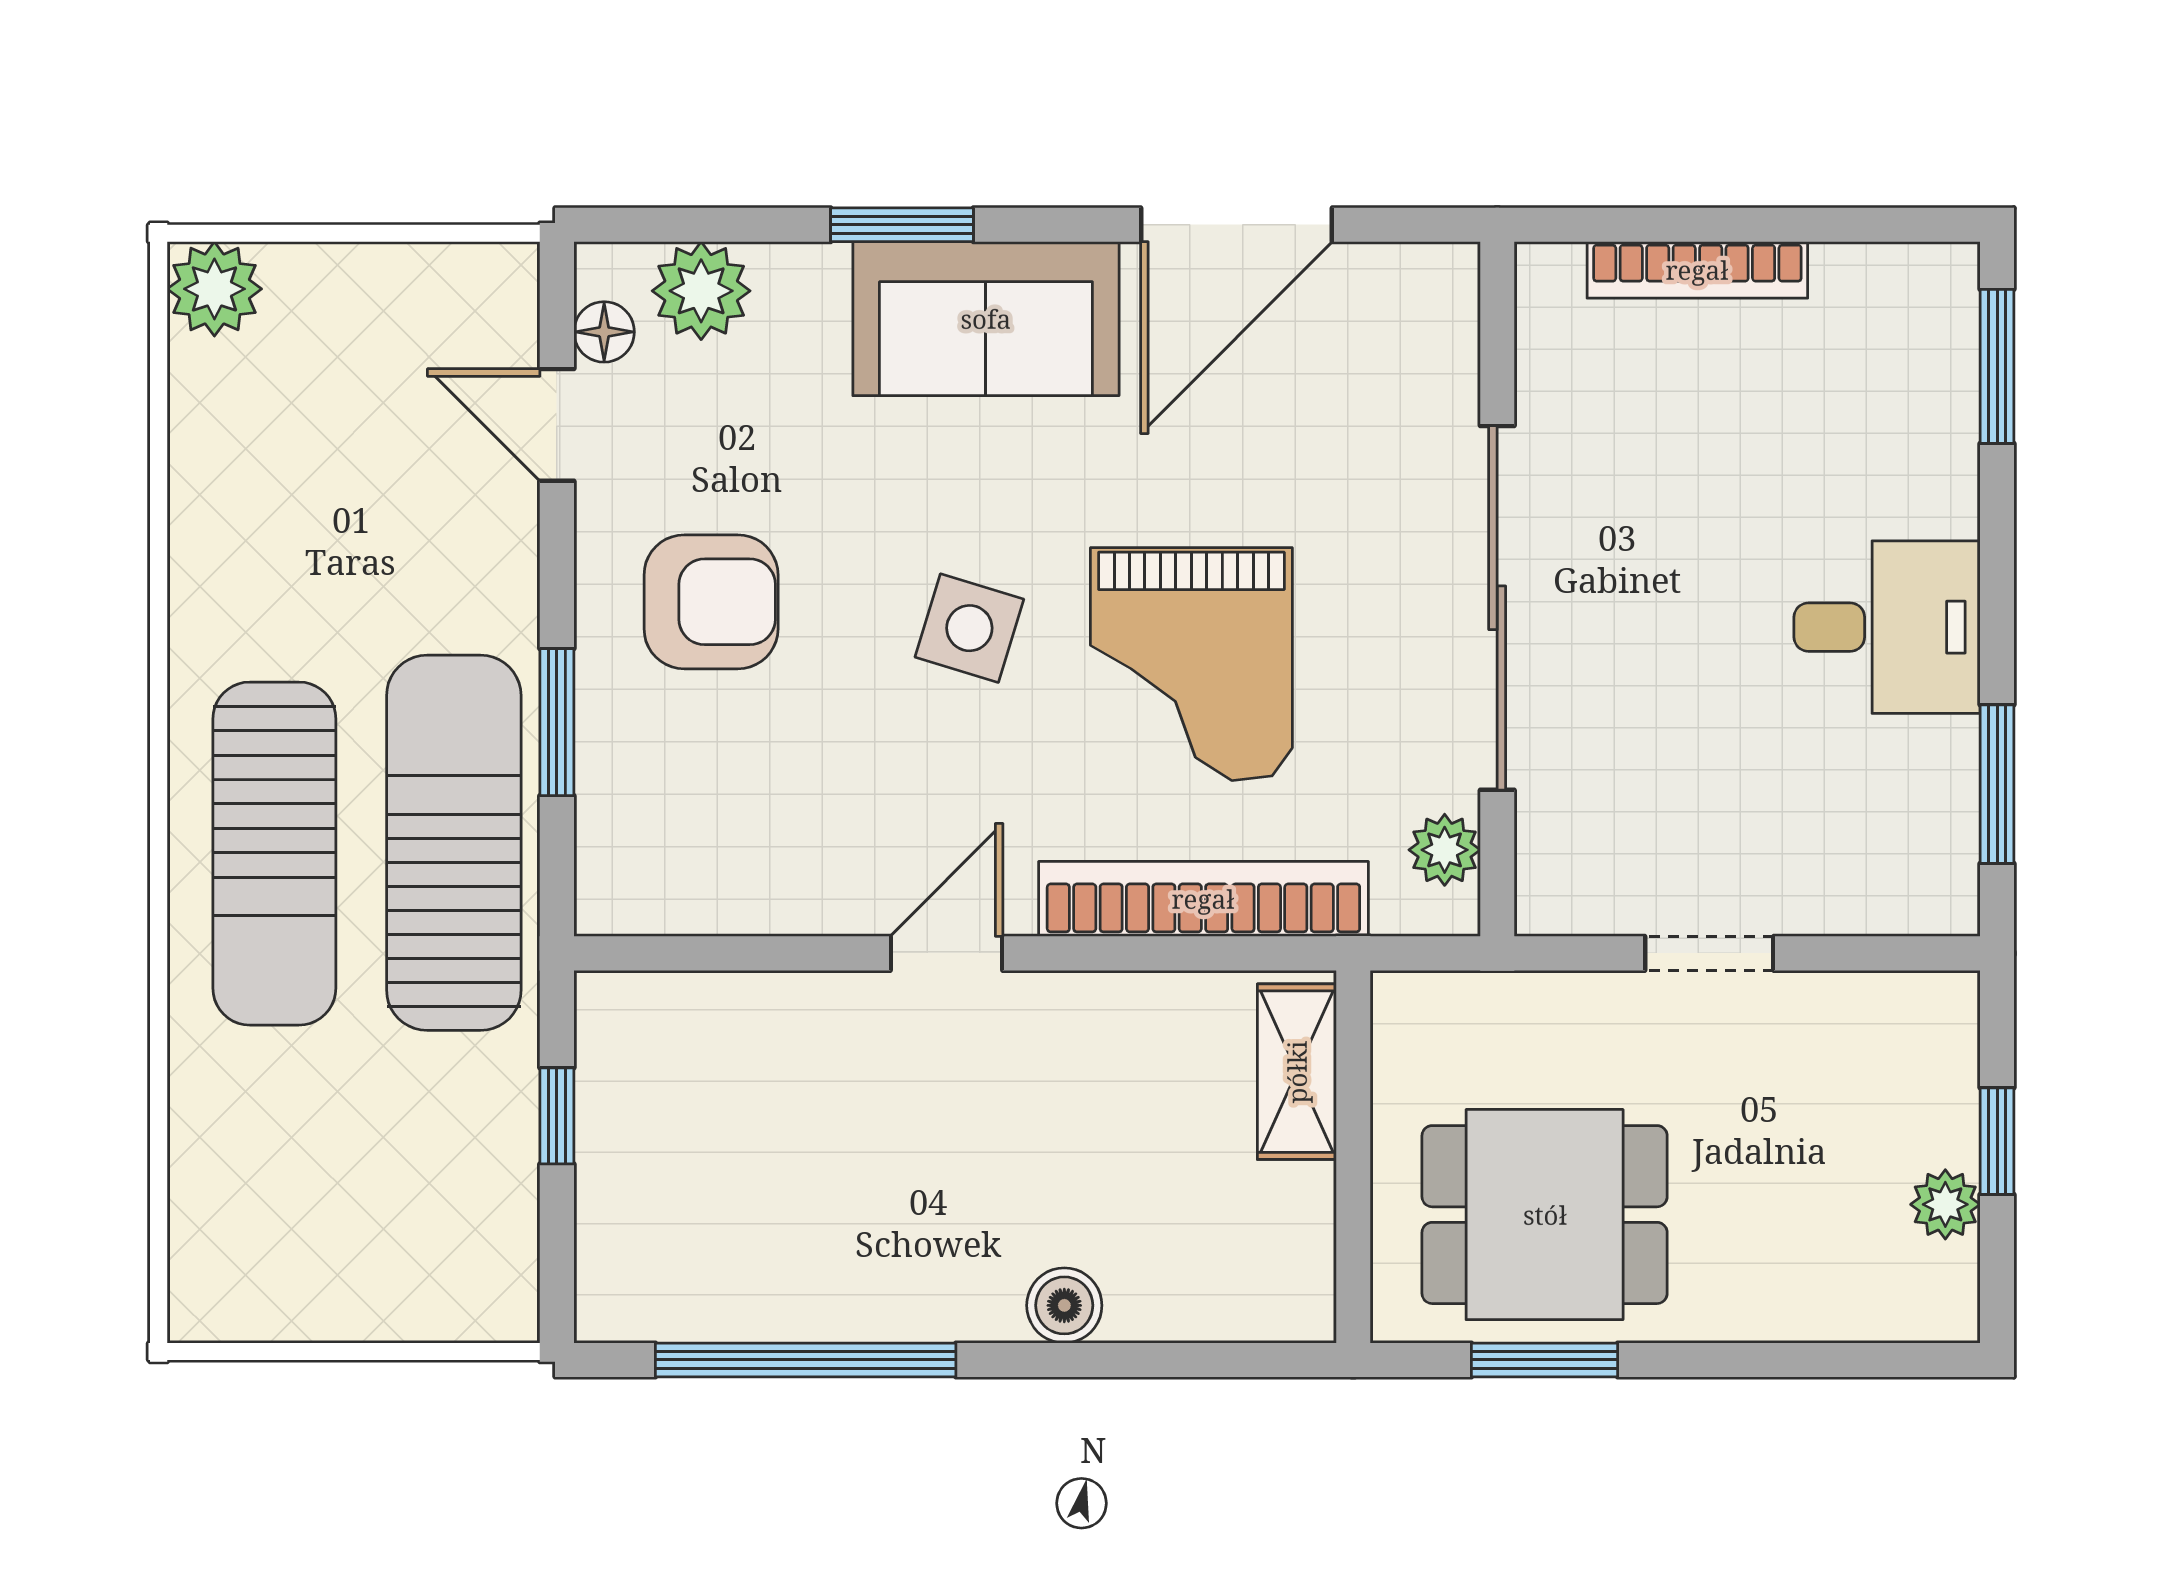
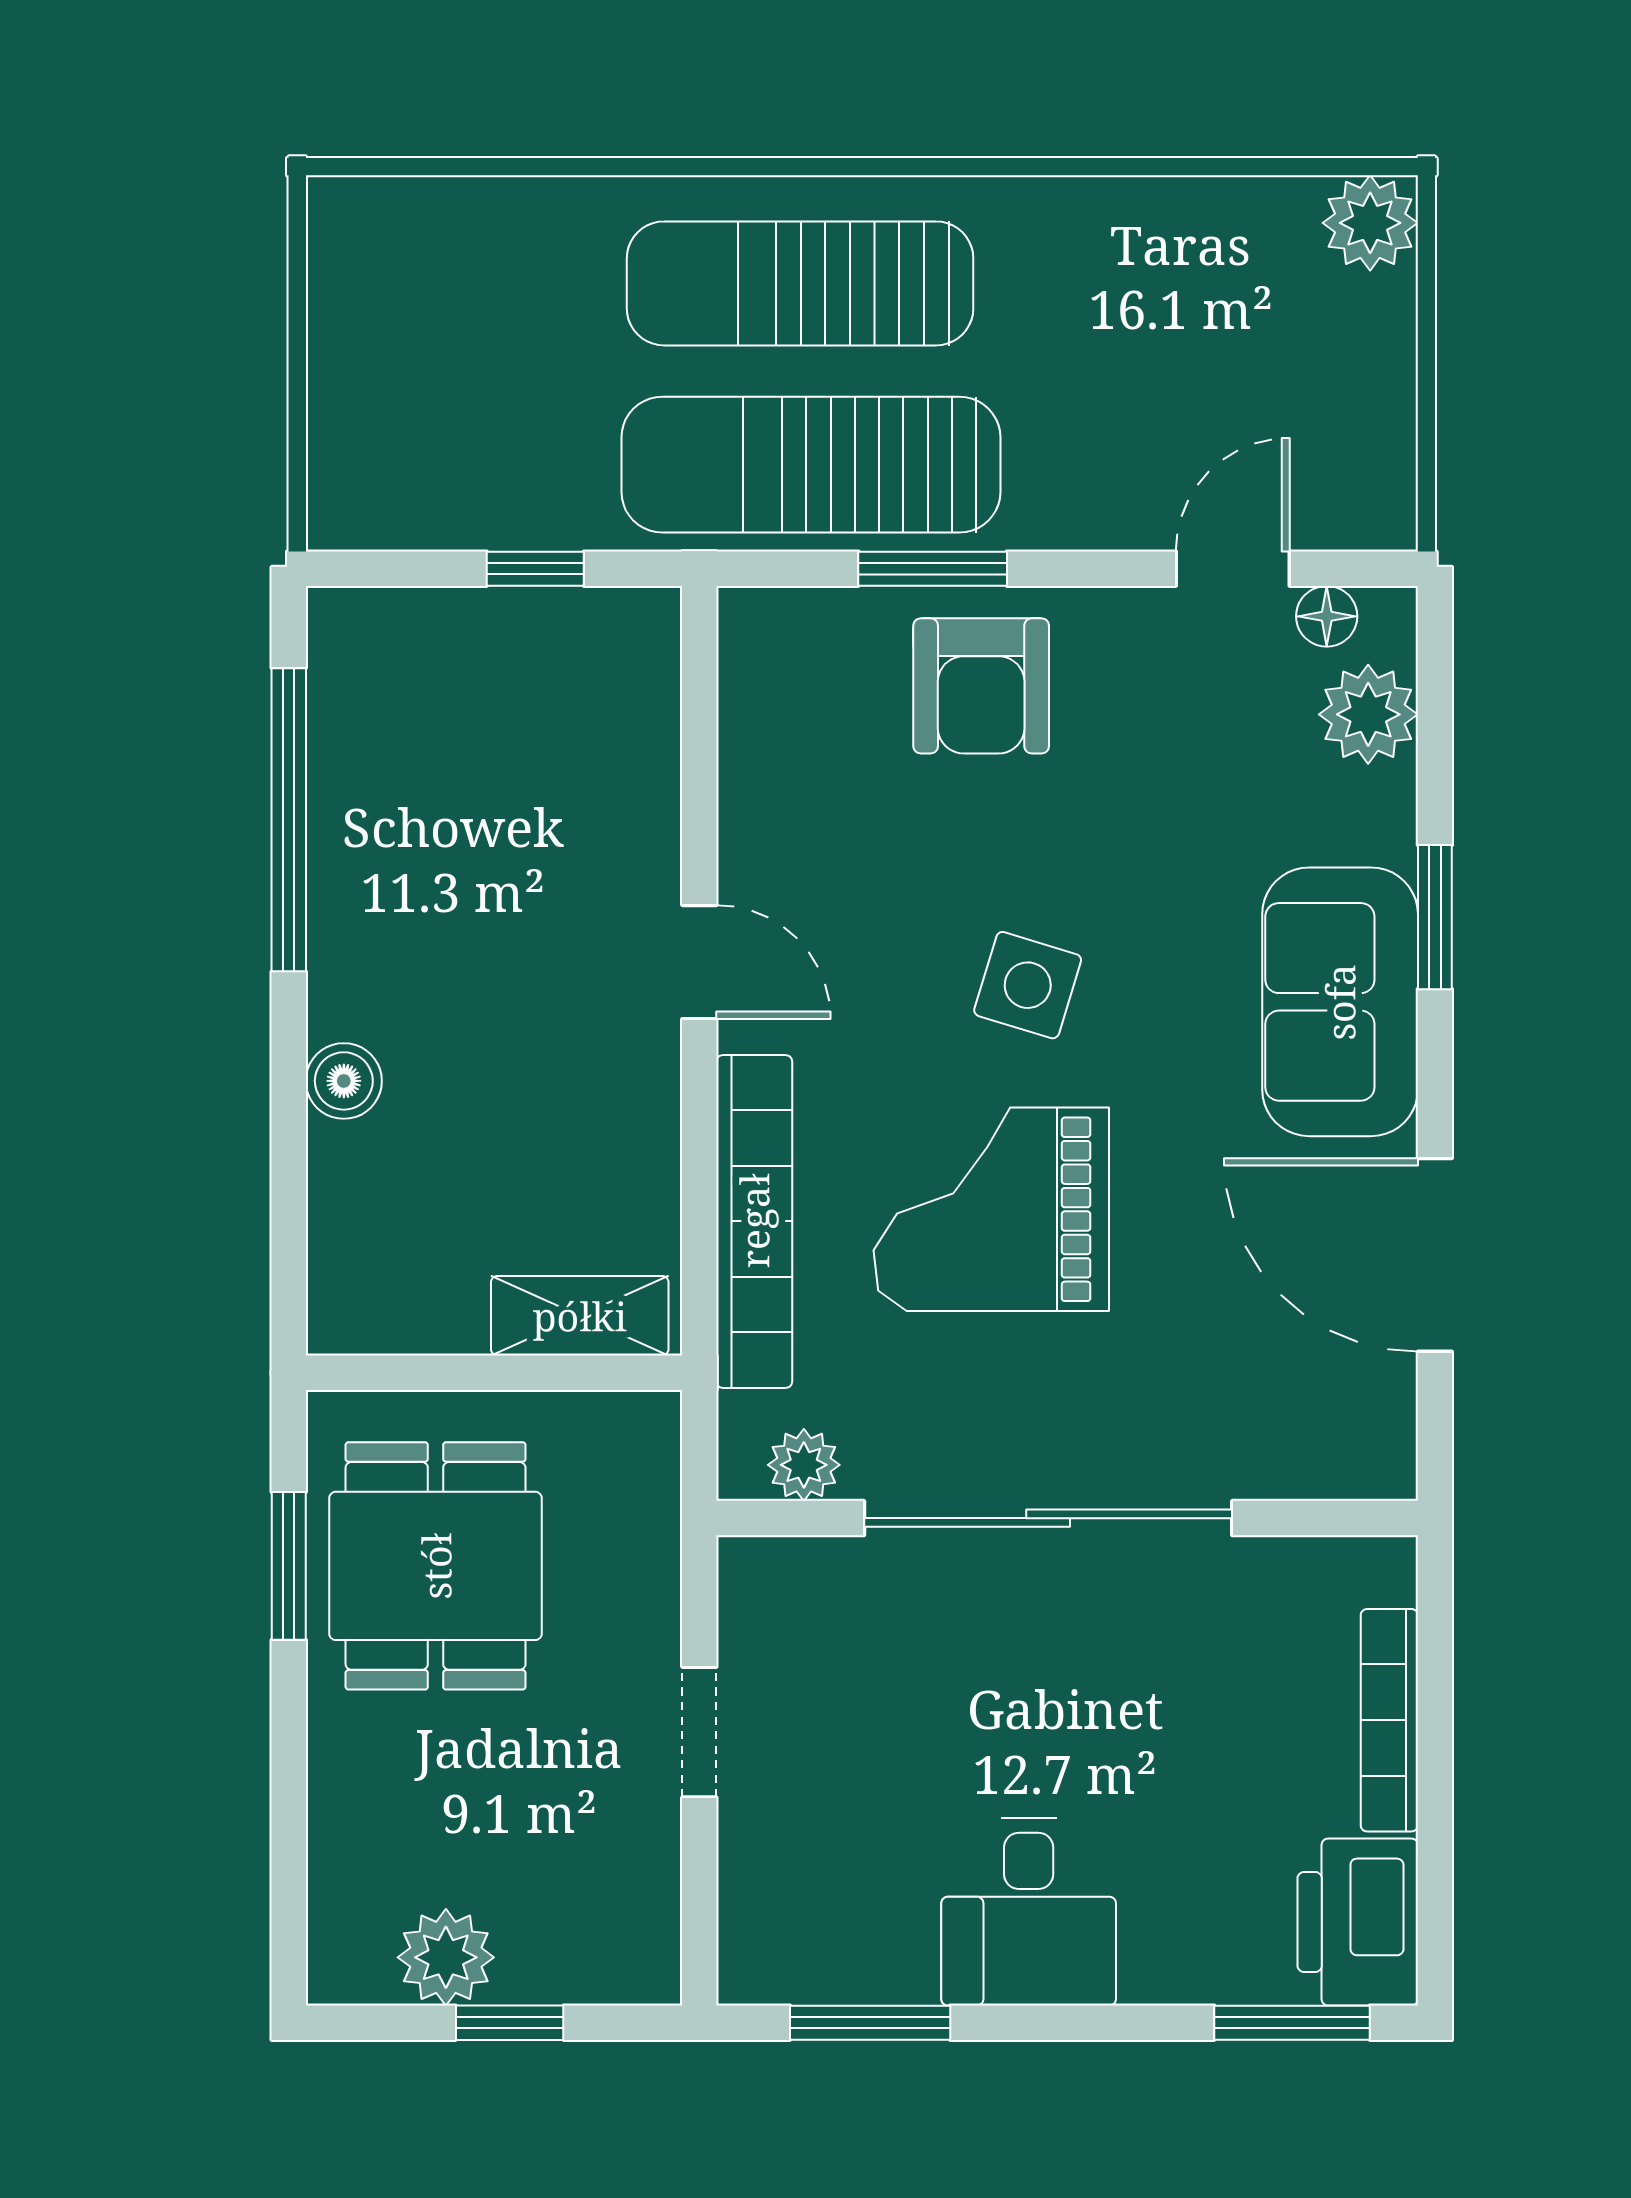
printer: (1897, 301) -> (1358, 1922), added
armchair: (711, 602) -> (981, 686), moved
sun lounger: (454, 843) -> (811, 465), turned 180
plant: (1945, 1204) -> (446, 1957), width x1.38, depth x1.38

